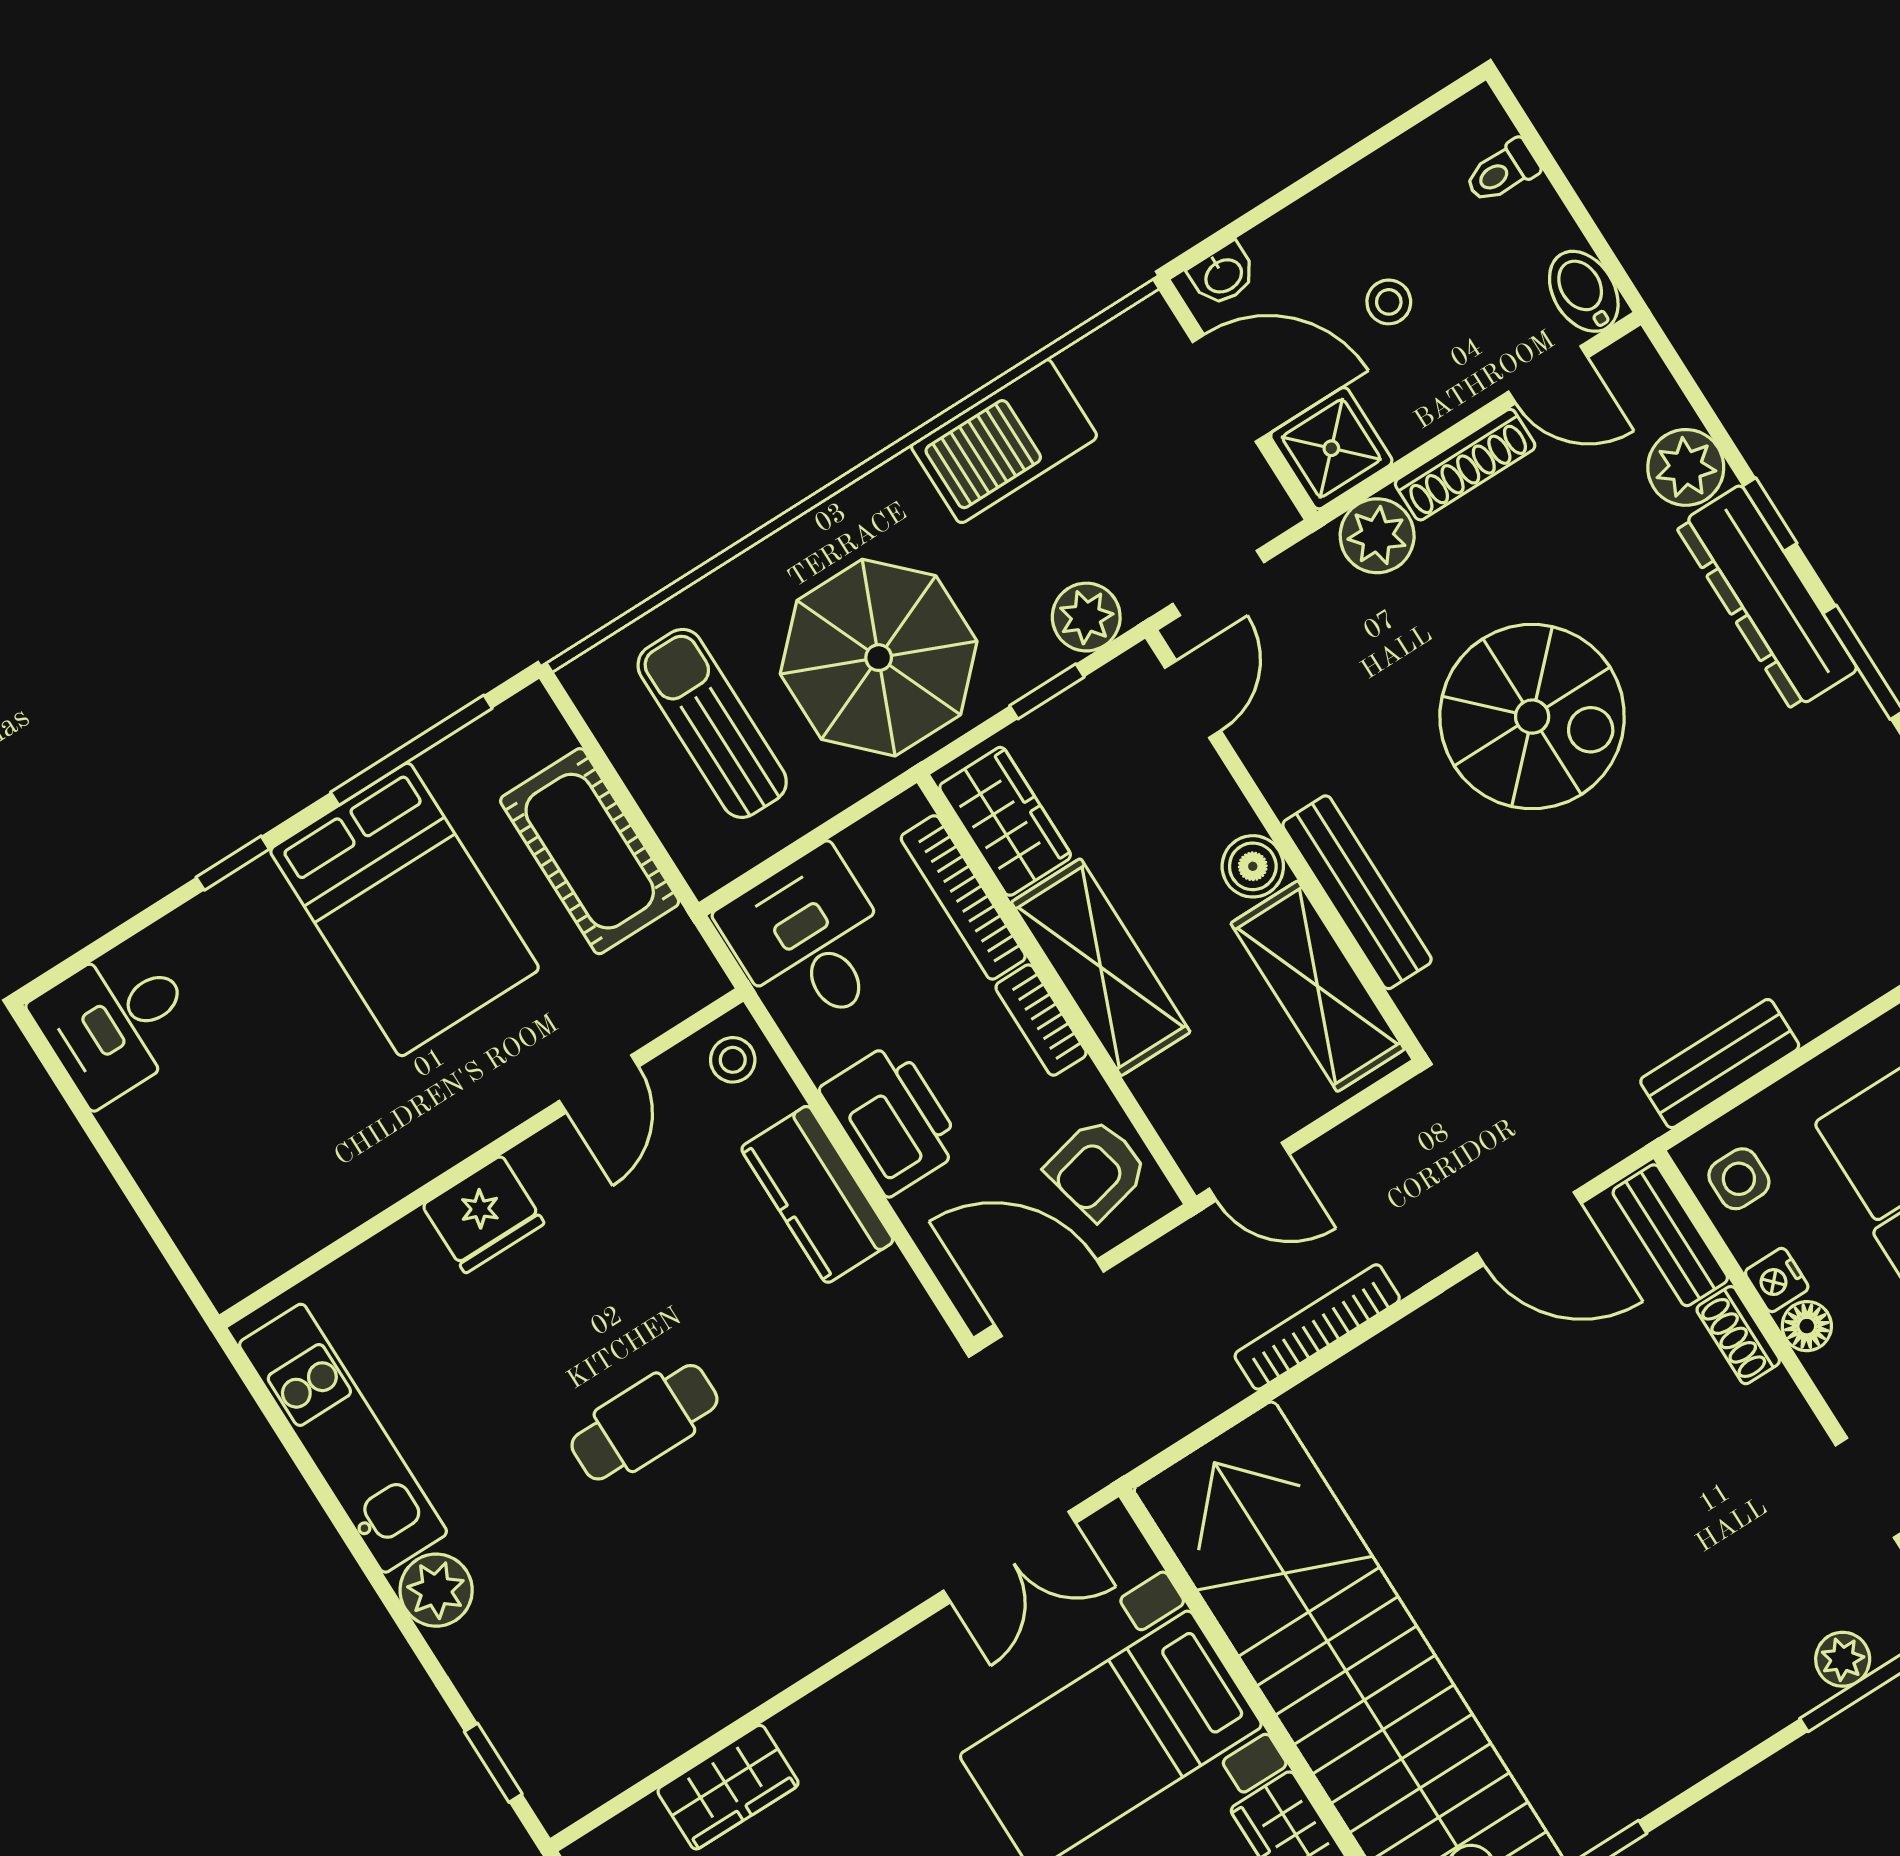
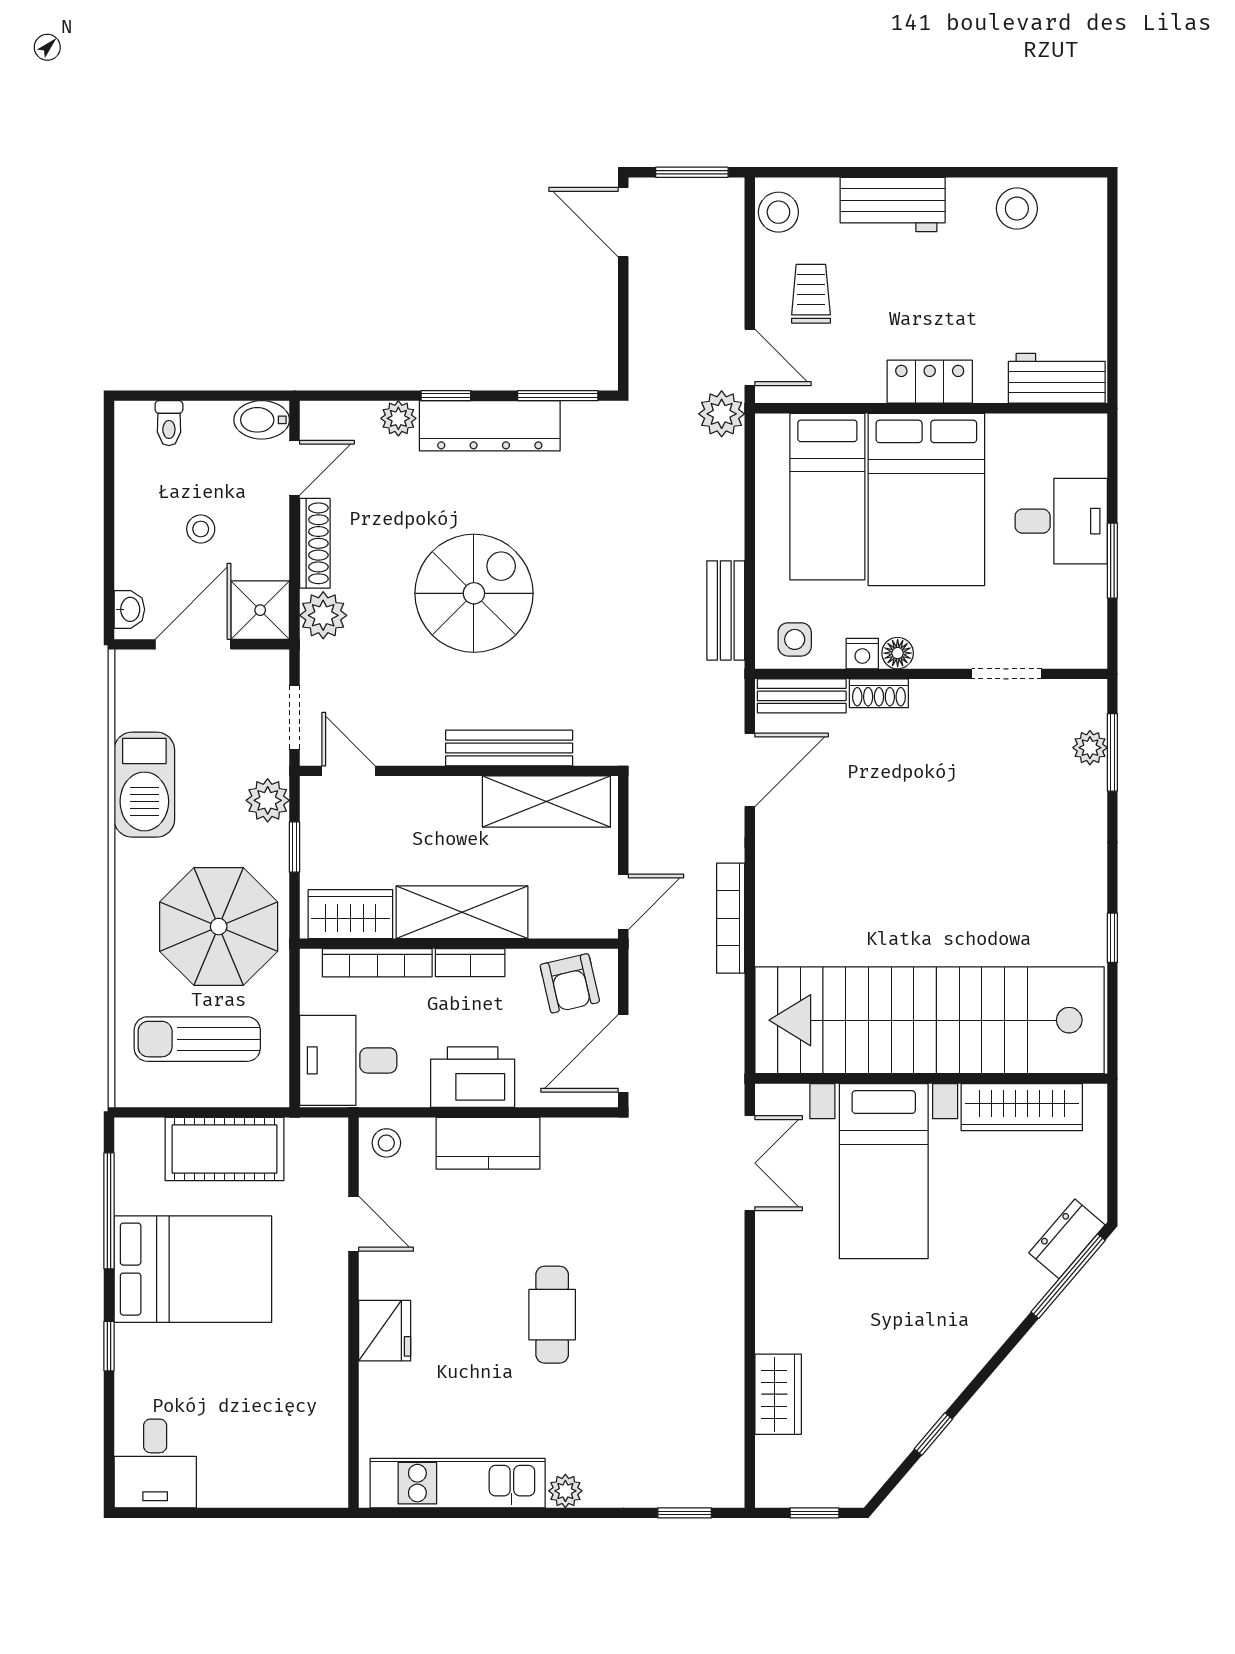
plant: (1686, 467) -> (398, 418), width x0.73, depth x0.73
boiler: (1253, 866) -> (459, 796), removed
plant: (436, 1590) -> (565, 1491), width x0.73, depth x0.73

